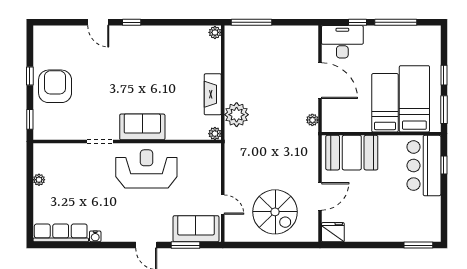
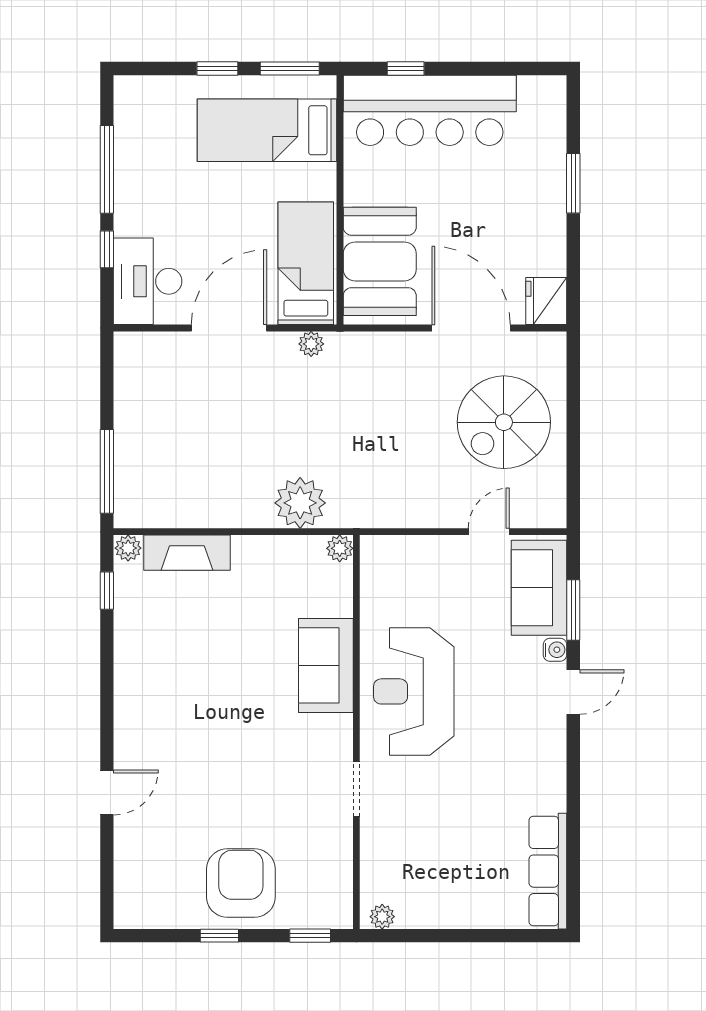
window: (132, 22) -> (107, 591), moved
armchair: (55, 86) -> (241, 883), turned 90
fireplace: (213, 94) -> (187, 553), moved
bed: (385, 103) -> (306, 263), moved, turned 90
sofa: (142, 127) -> (326, 665), moved
bar counter: (424, 166) -> (430, 110), width x1.36
plant: (39, 180) -> (382, 917), moved
door: (320, 196) -> (471, 328), width x1.36
spiral stairs: (275, 212) -> (504, 422), turned 180
water cooler: (95, 236) -> (555, 650), moved
window: (418, 245) -> (573, 183), moved

